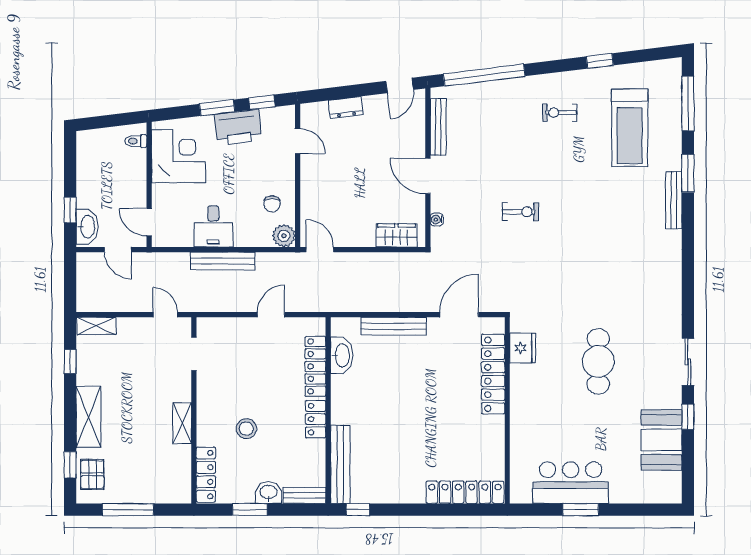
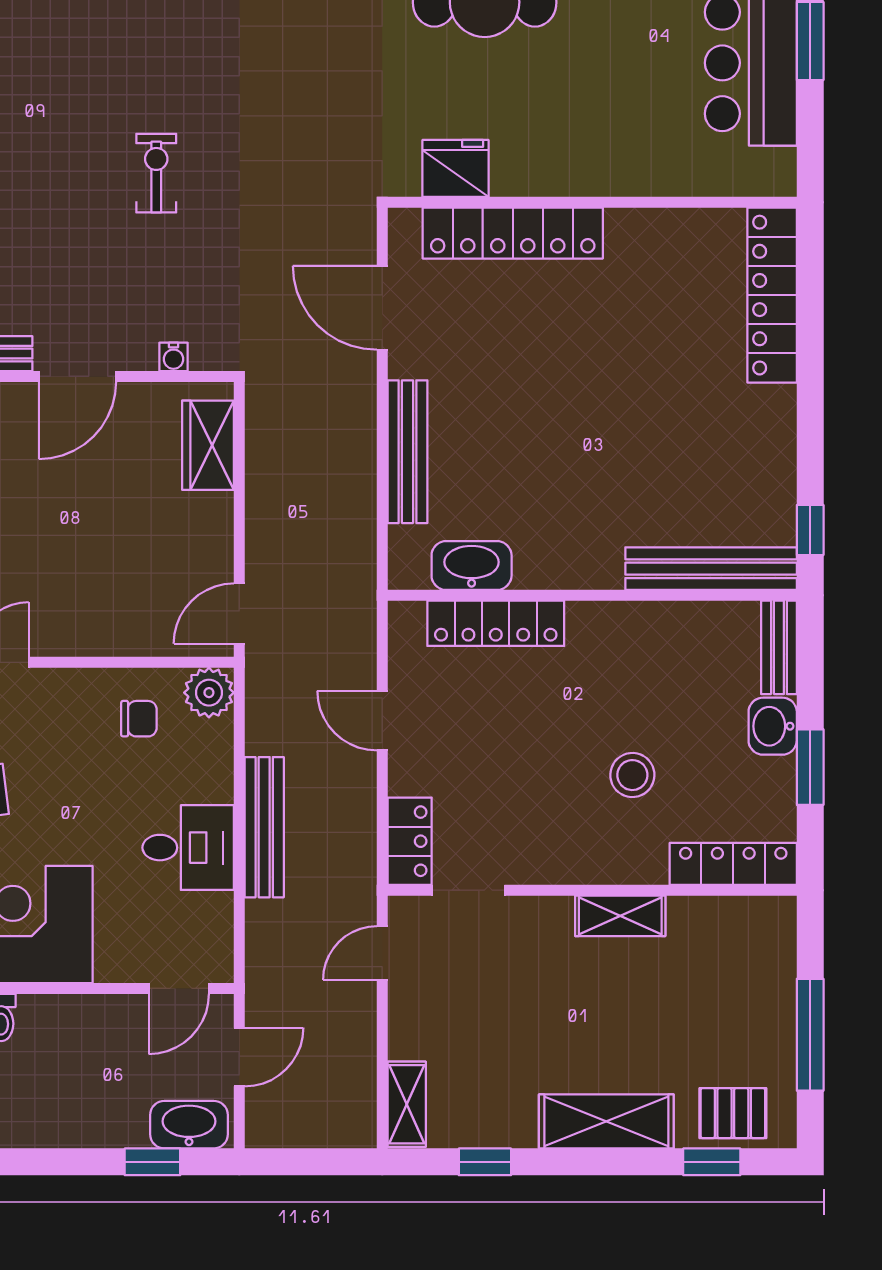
locker: (316, 419) -> (410, 841), moved, turned -90

